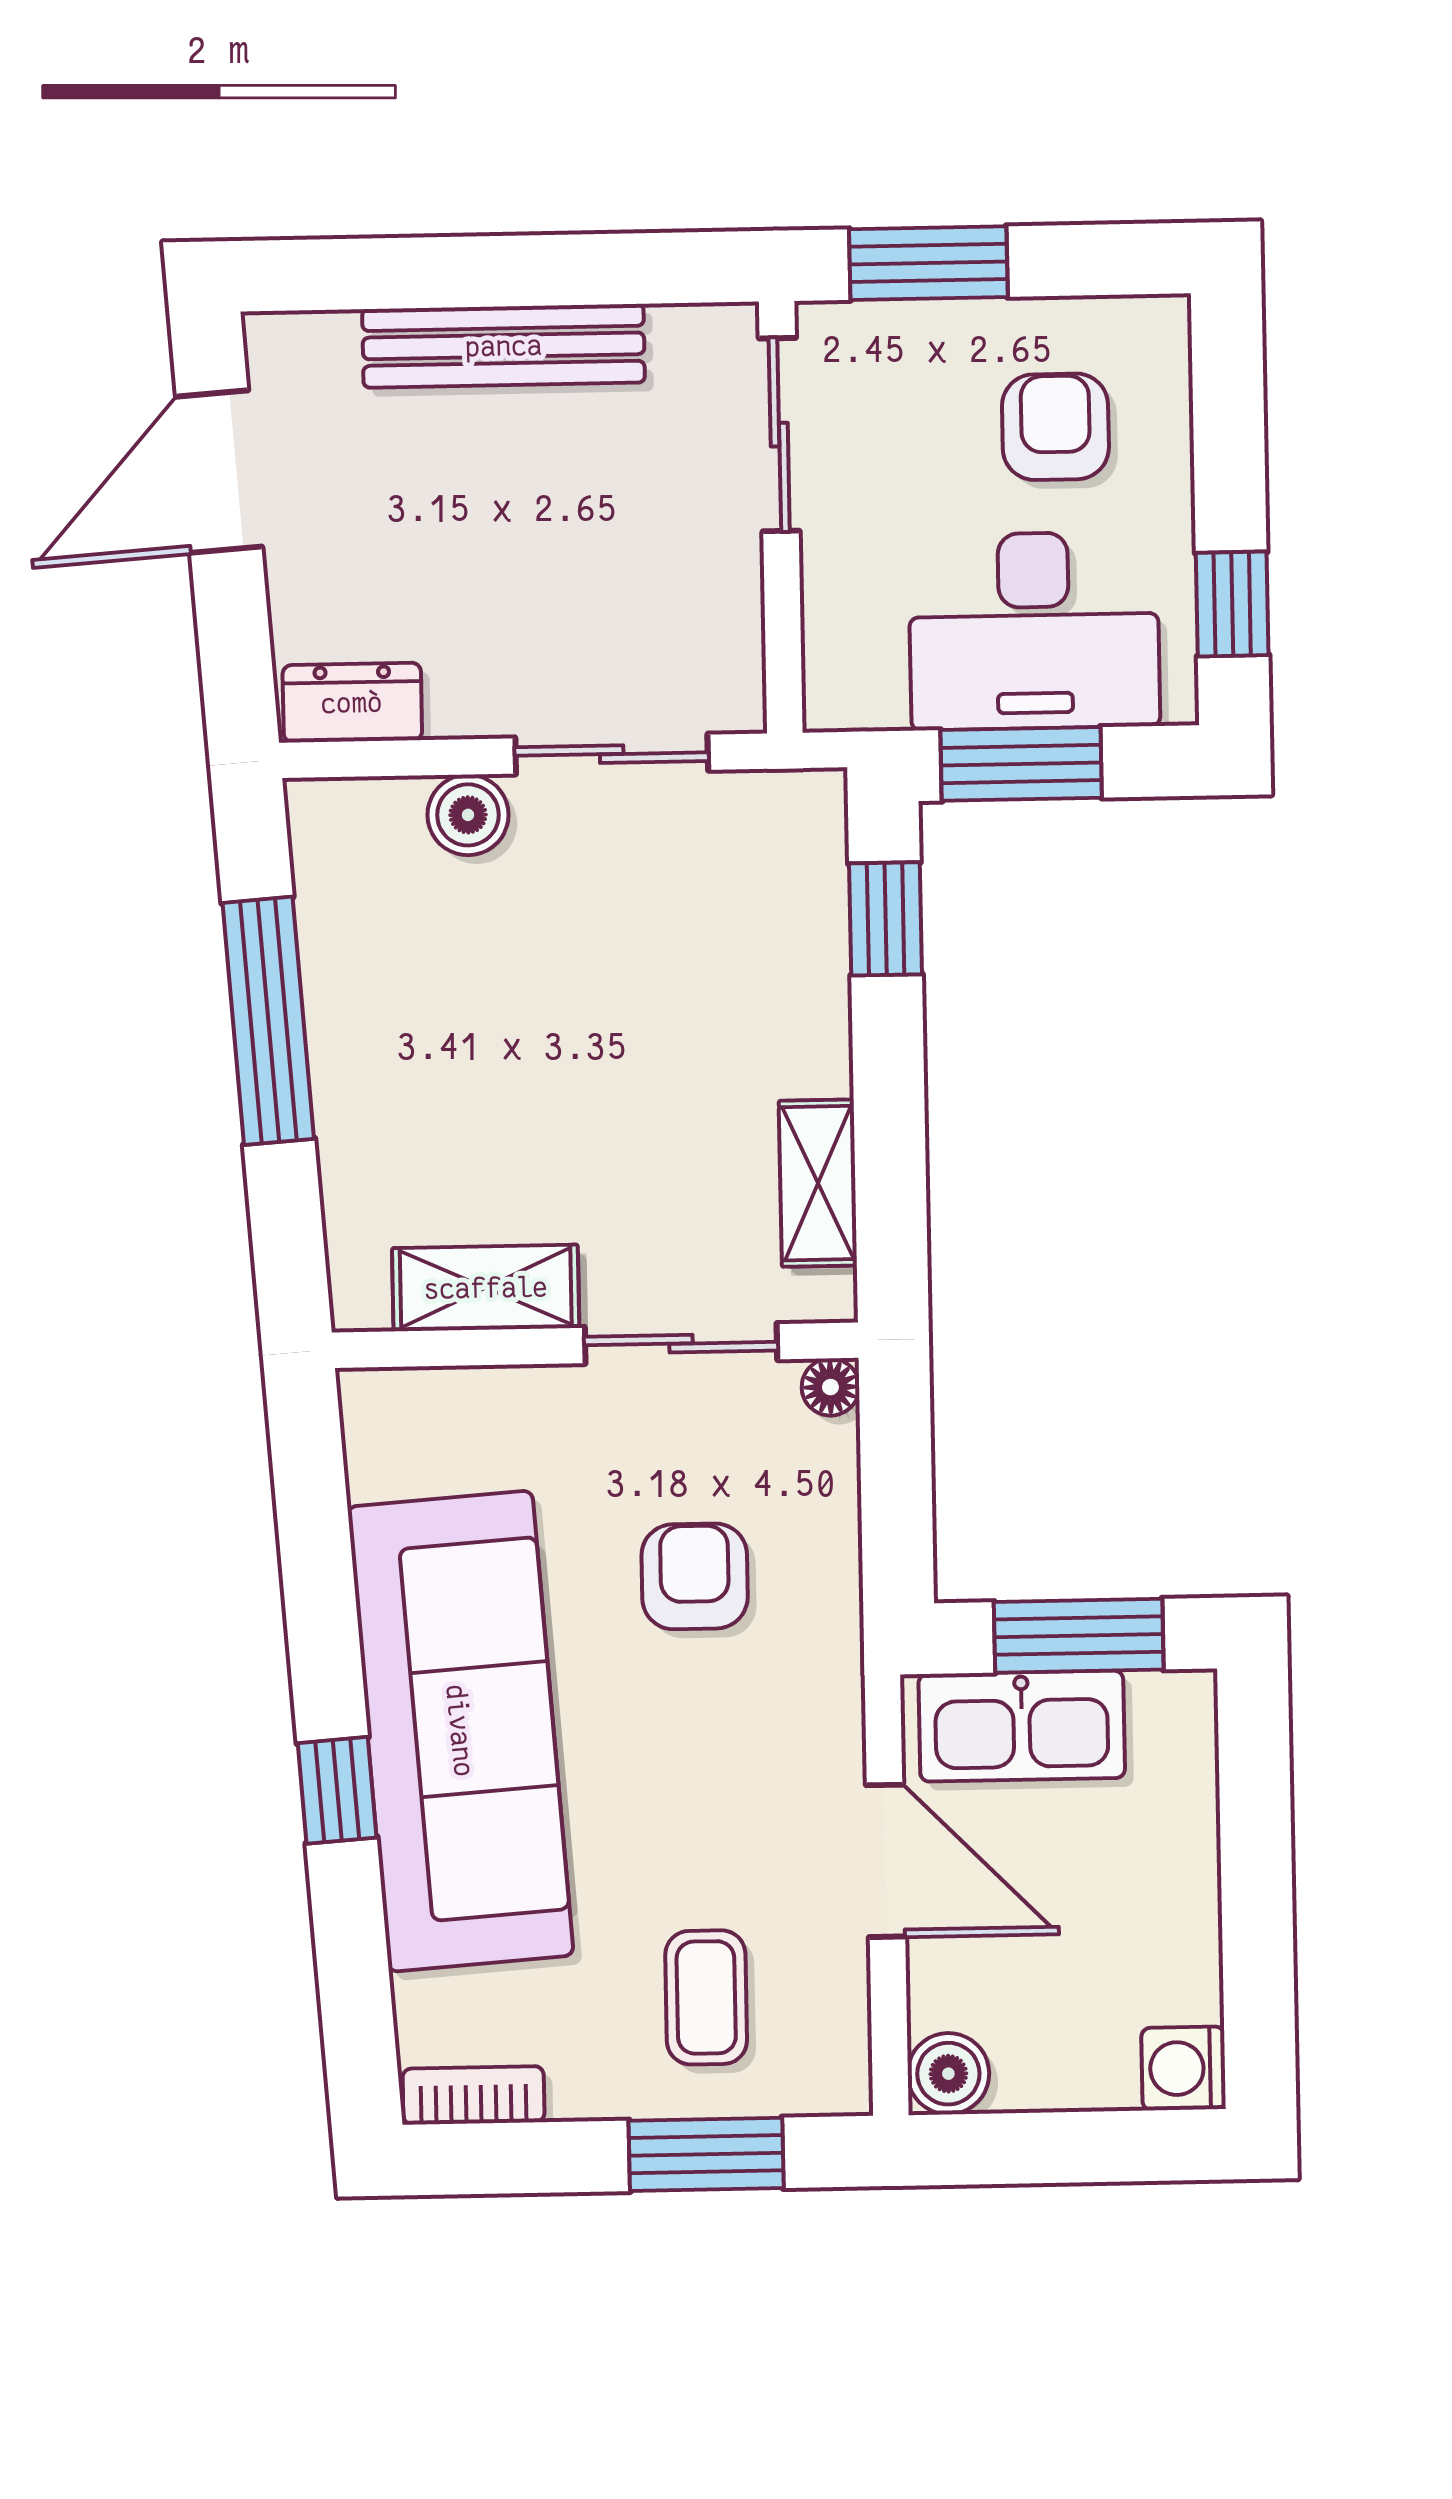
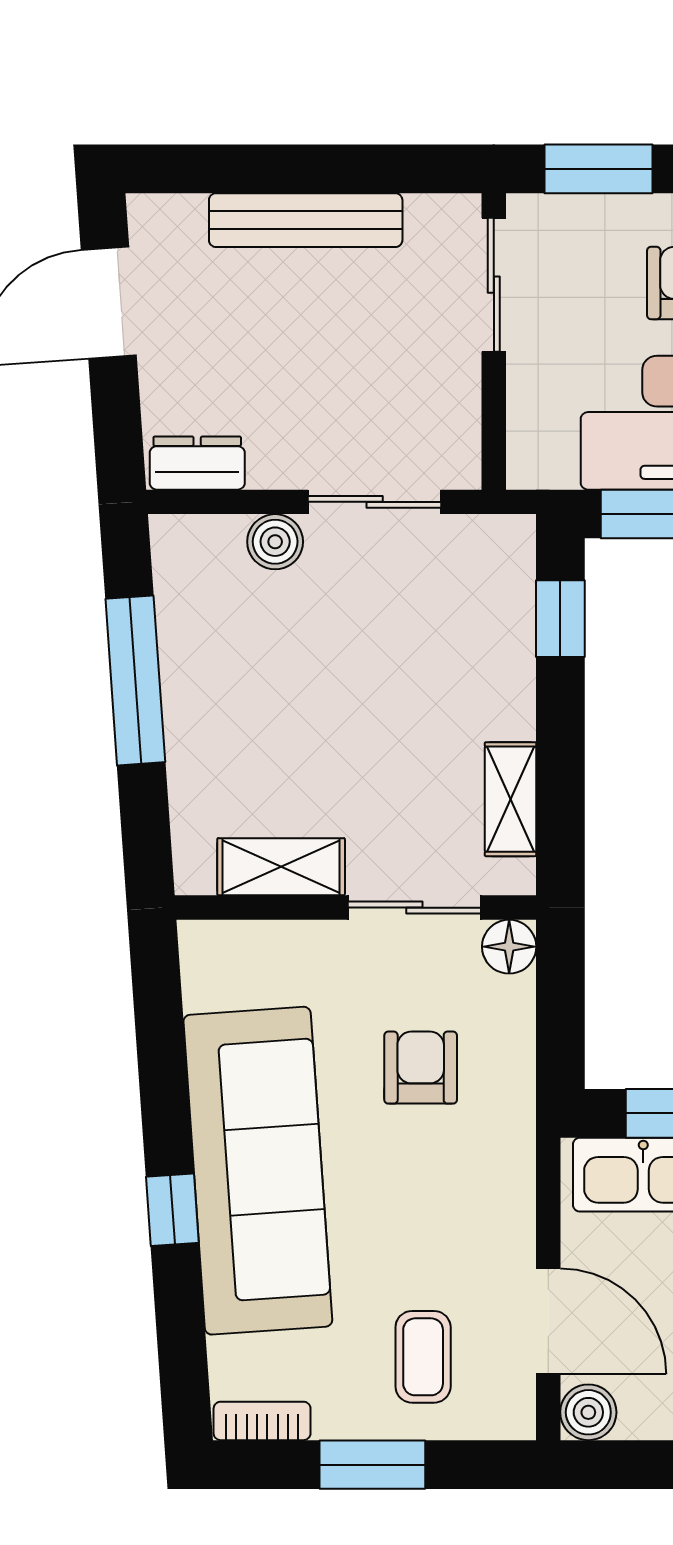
floor lamp: (830, 1387) -> (509, 947), width x1.37, depth x1.37
door: (886, 1861) -> (548, 1321), moved
window: (706, 2154) -> (372, 1465), moved

